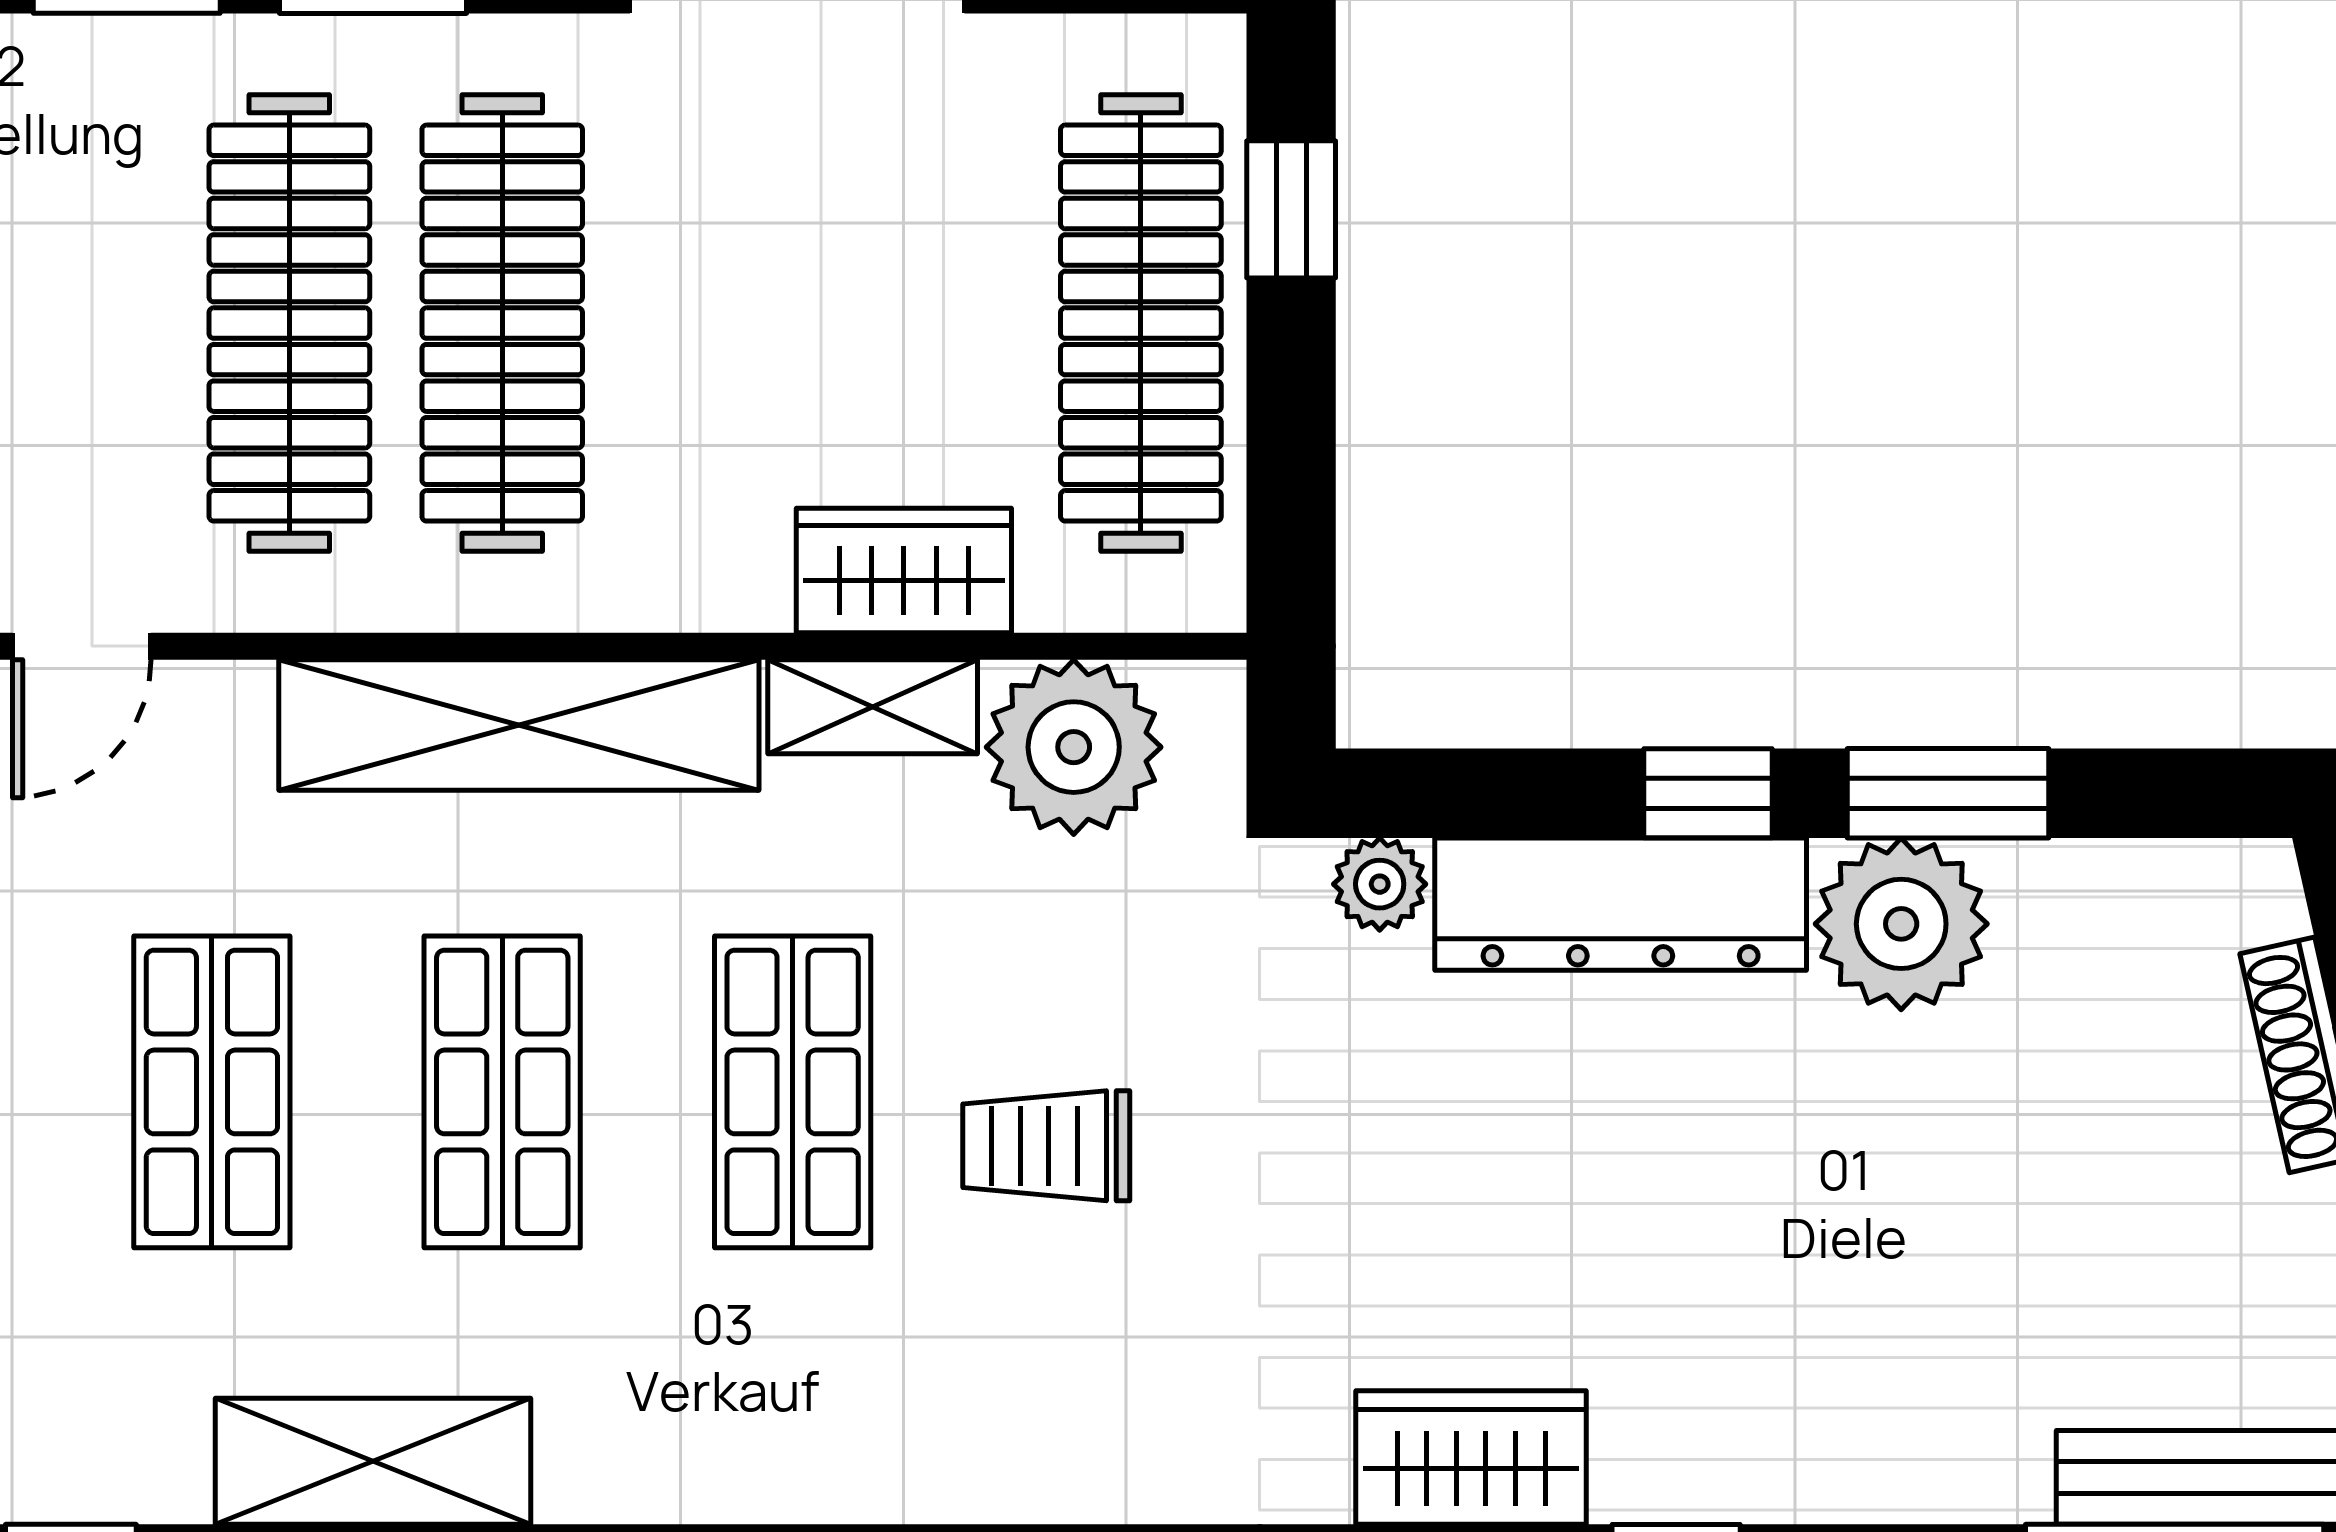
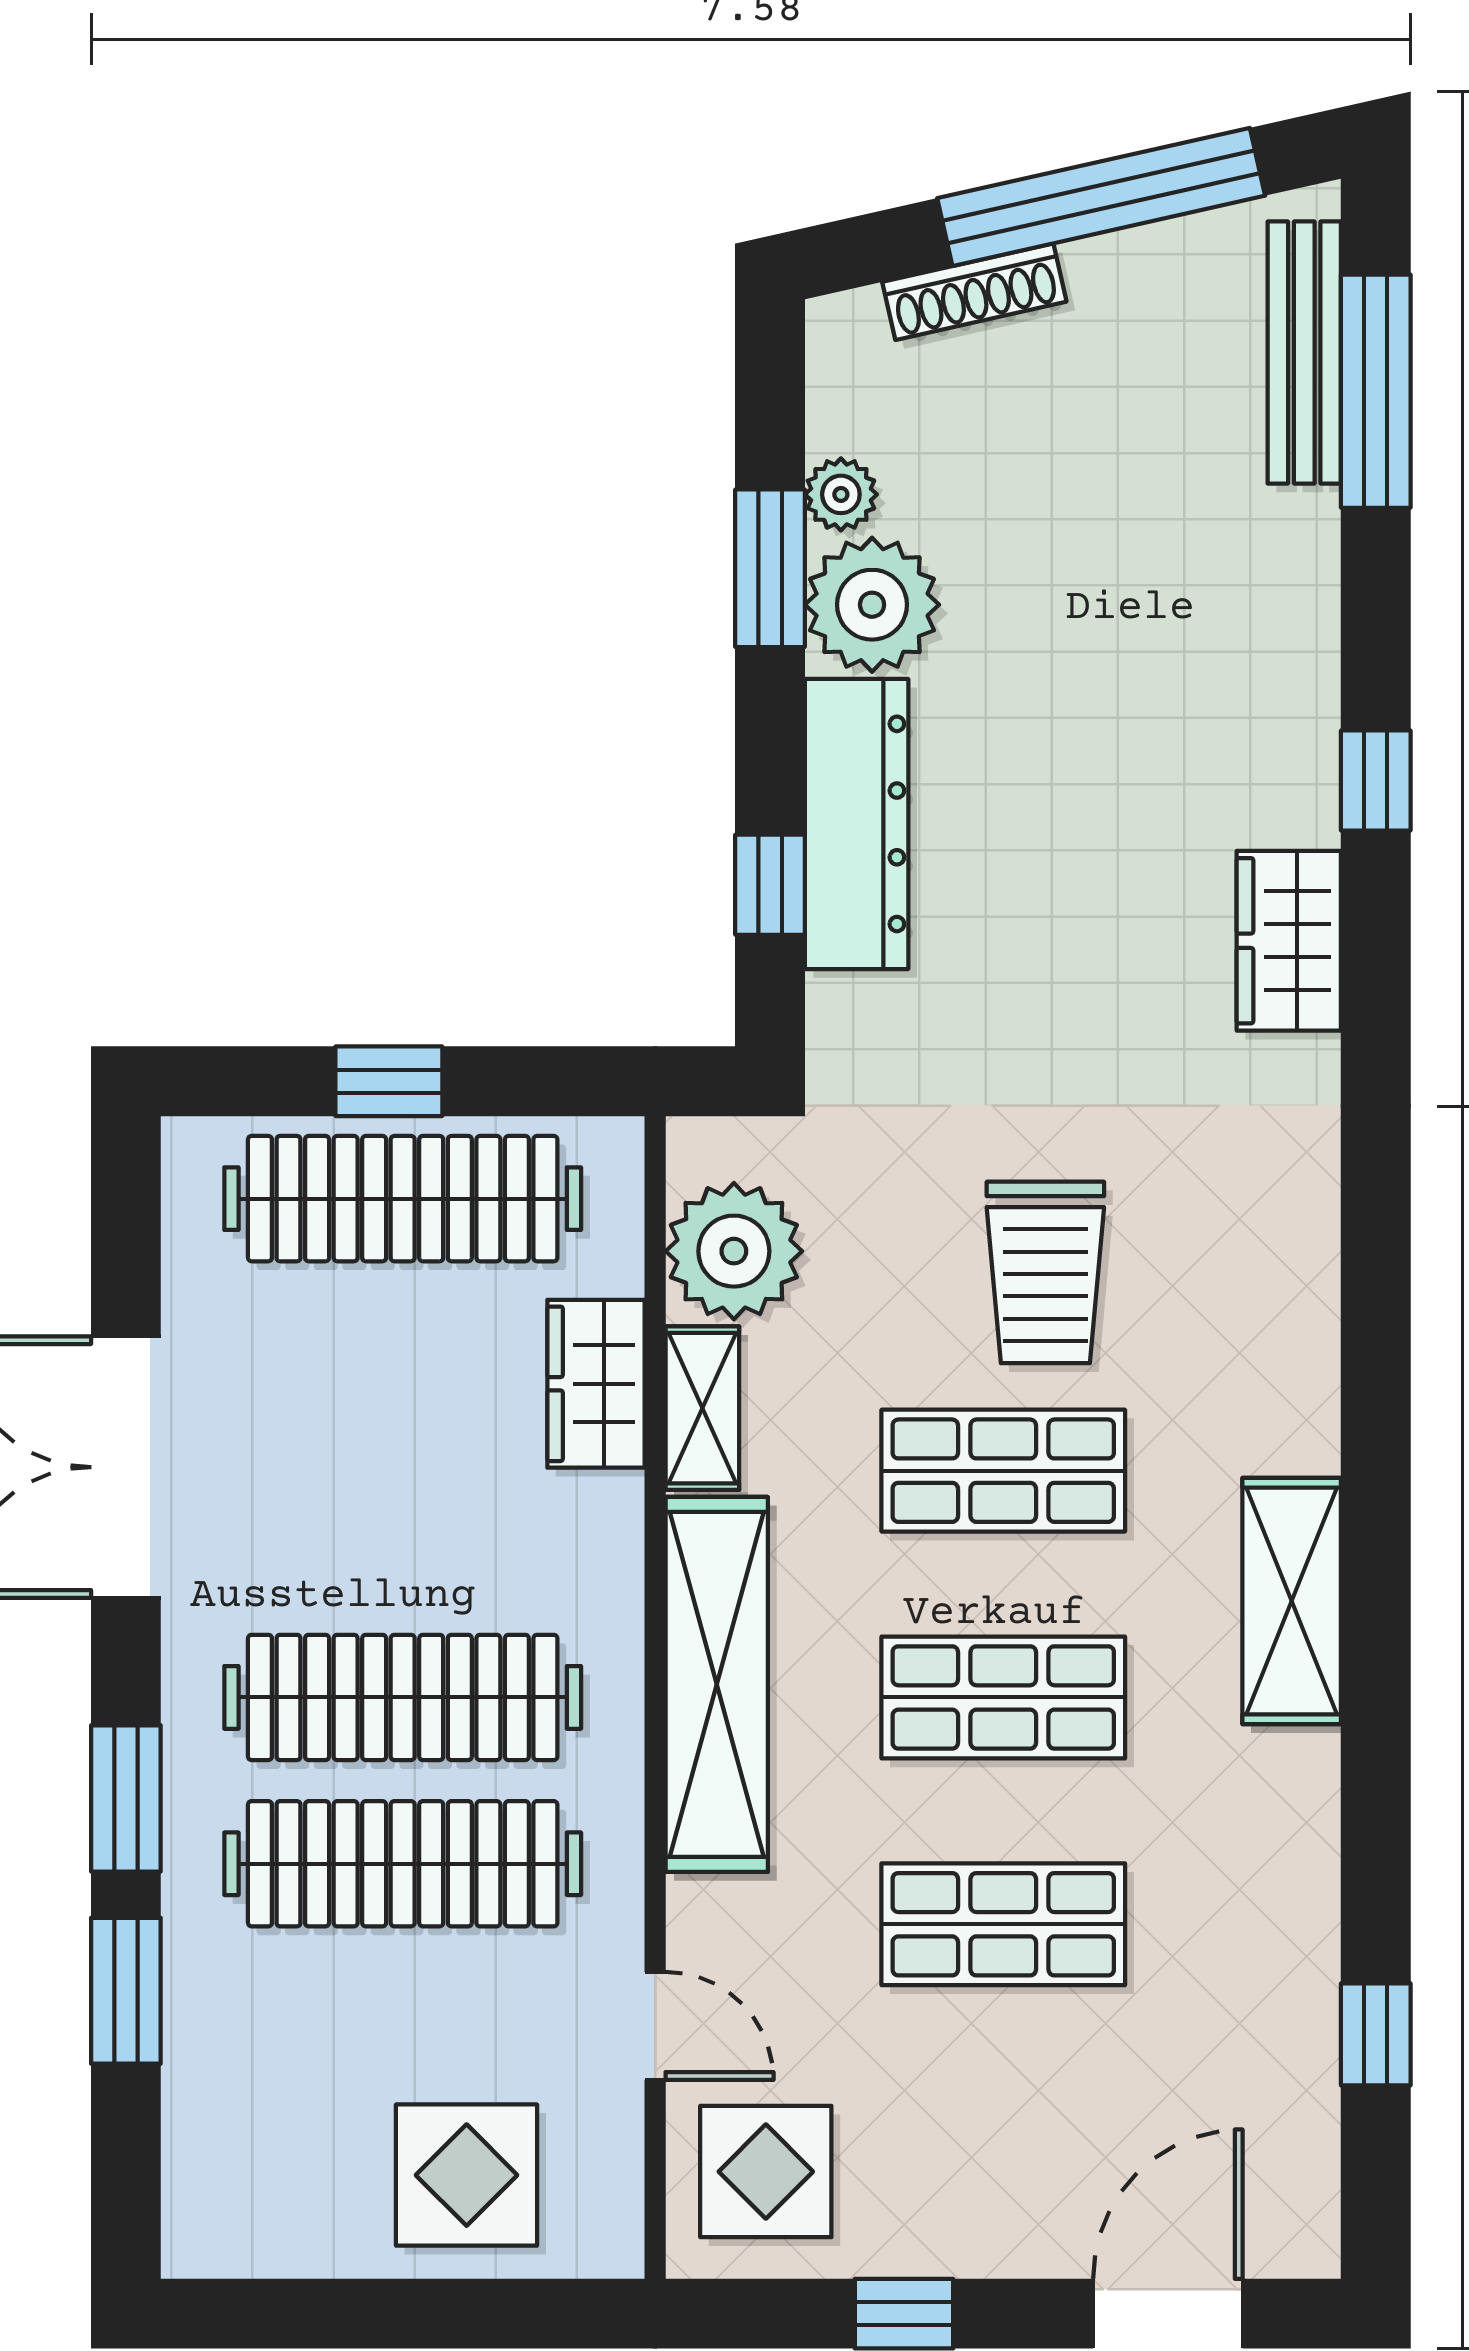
window: (1291, 209) -> (389, 1081), moved
window: (1708, 793) -> (770, 885), moved
plant: (1380, 884) -> (841, 494), moved
trolley: (1046, 1146) -> (1045, 1272), width x1.36, depth x1.39
shelving: (373, 1461) -> (1292, 1601), moved

